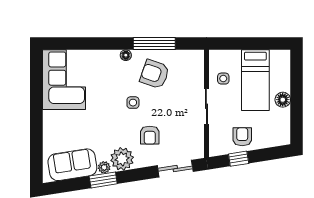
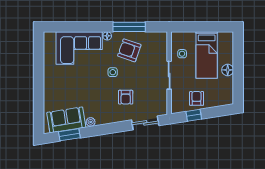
corner sofa: (64, 80) -> (79, 48), moved, turned 90
plant: (122, 159) -> (104, 115), removed
window: (103, 180) -> (69, 135), moved

